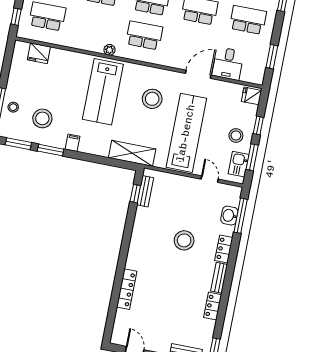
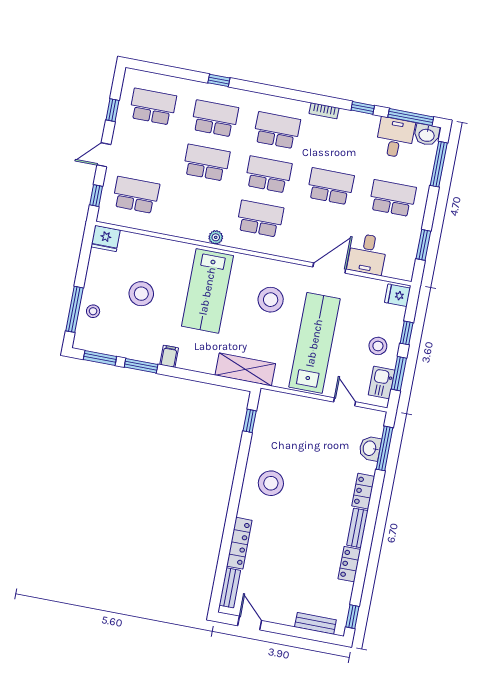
fridge: (39, 53) -> (106, 238), moved
stool: (42, 118) -> (141, 294), moved
bench: (145, 191) -> (230, 588), moved
stool: (184, 240) -> (271, 483), moved

